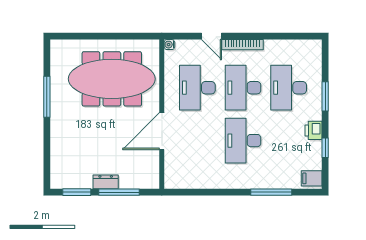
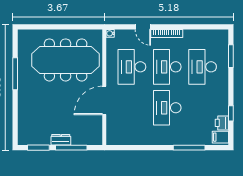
window: (325, 96) -> (231, 56), moved
printer: (313, 130) -> (222, 123), moved

